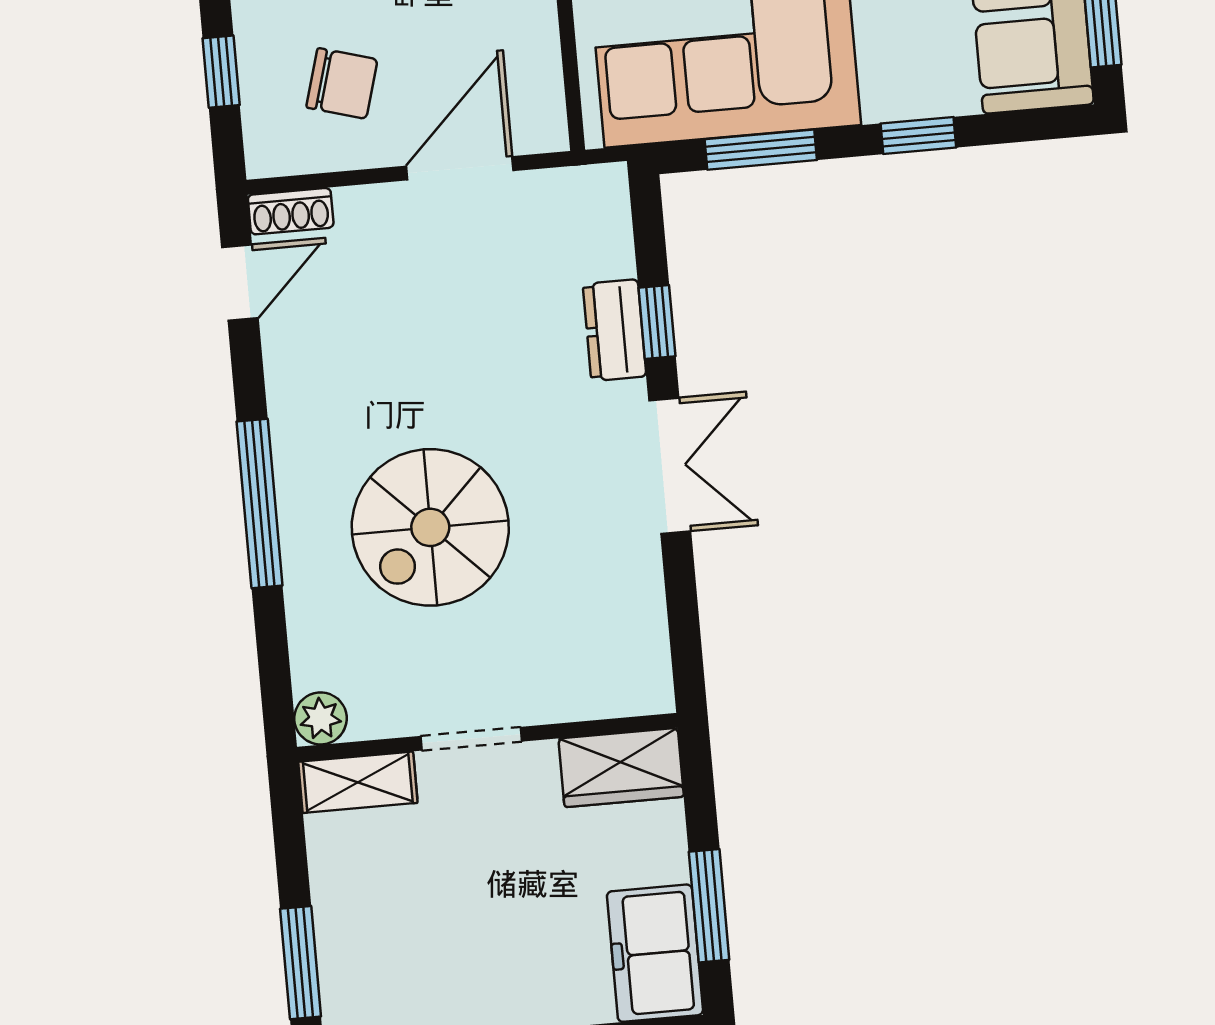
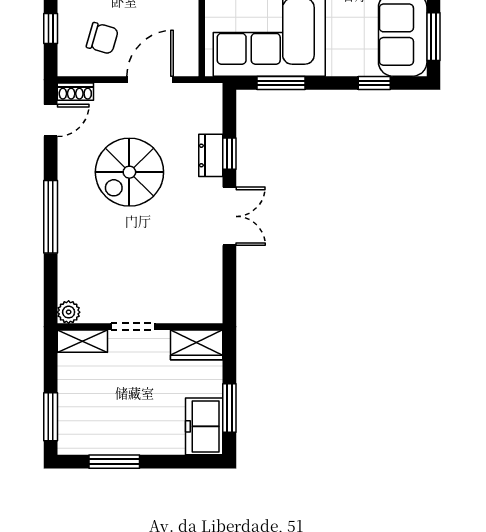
window: (918, 136) -> (374, 83), moved
spiral stairs: (430, 527) -> (129, 172), moved

